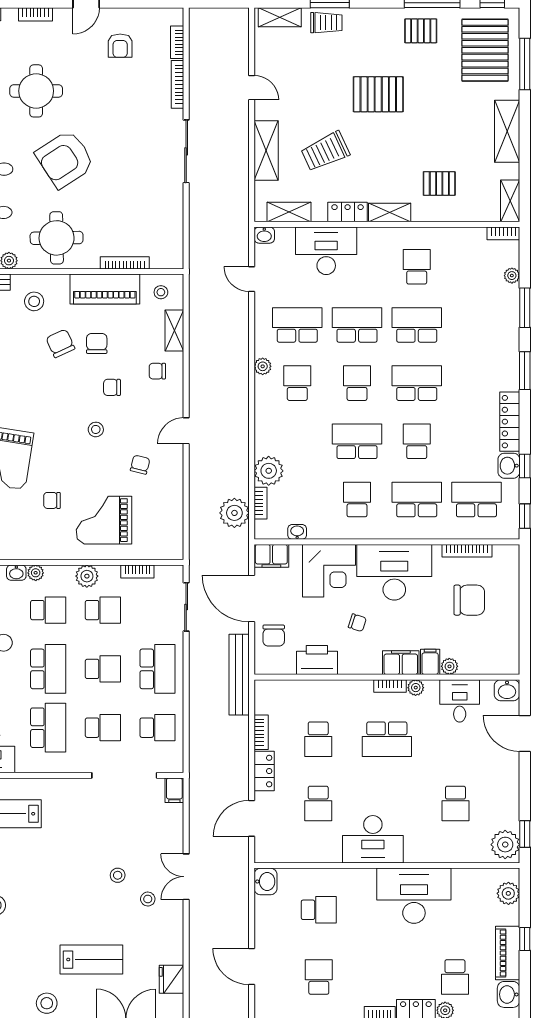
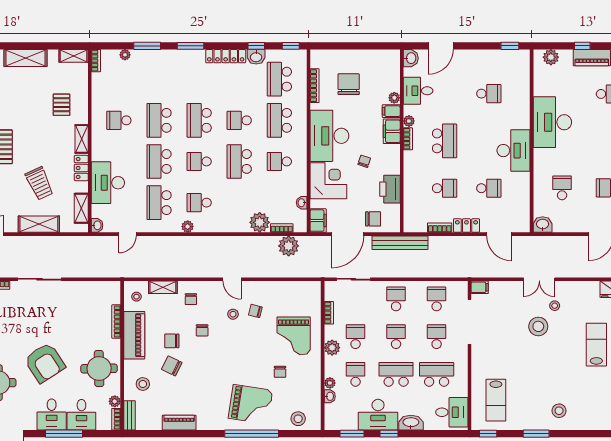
chair: (60, 343) -> (172, 366), turned 51
stool: (96, 429) -> (233, 314), moved
school desk: (158, 669) -> (396, 299), width x0.54
plant: (505, 845) -> (517, 59), removed
stool: (118, 875) -> (538, 326), width x1.89, depth x1.89

